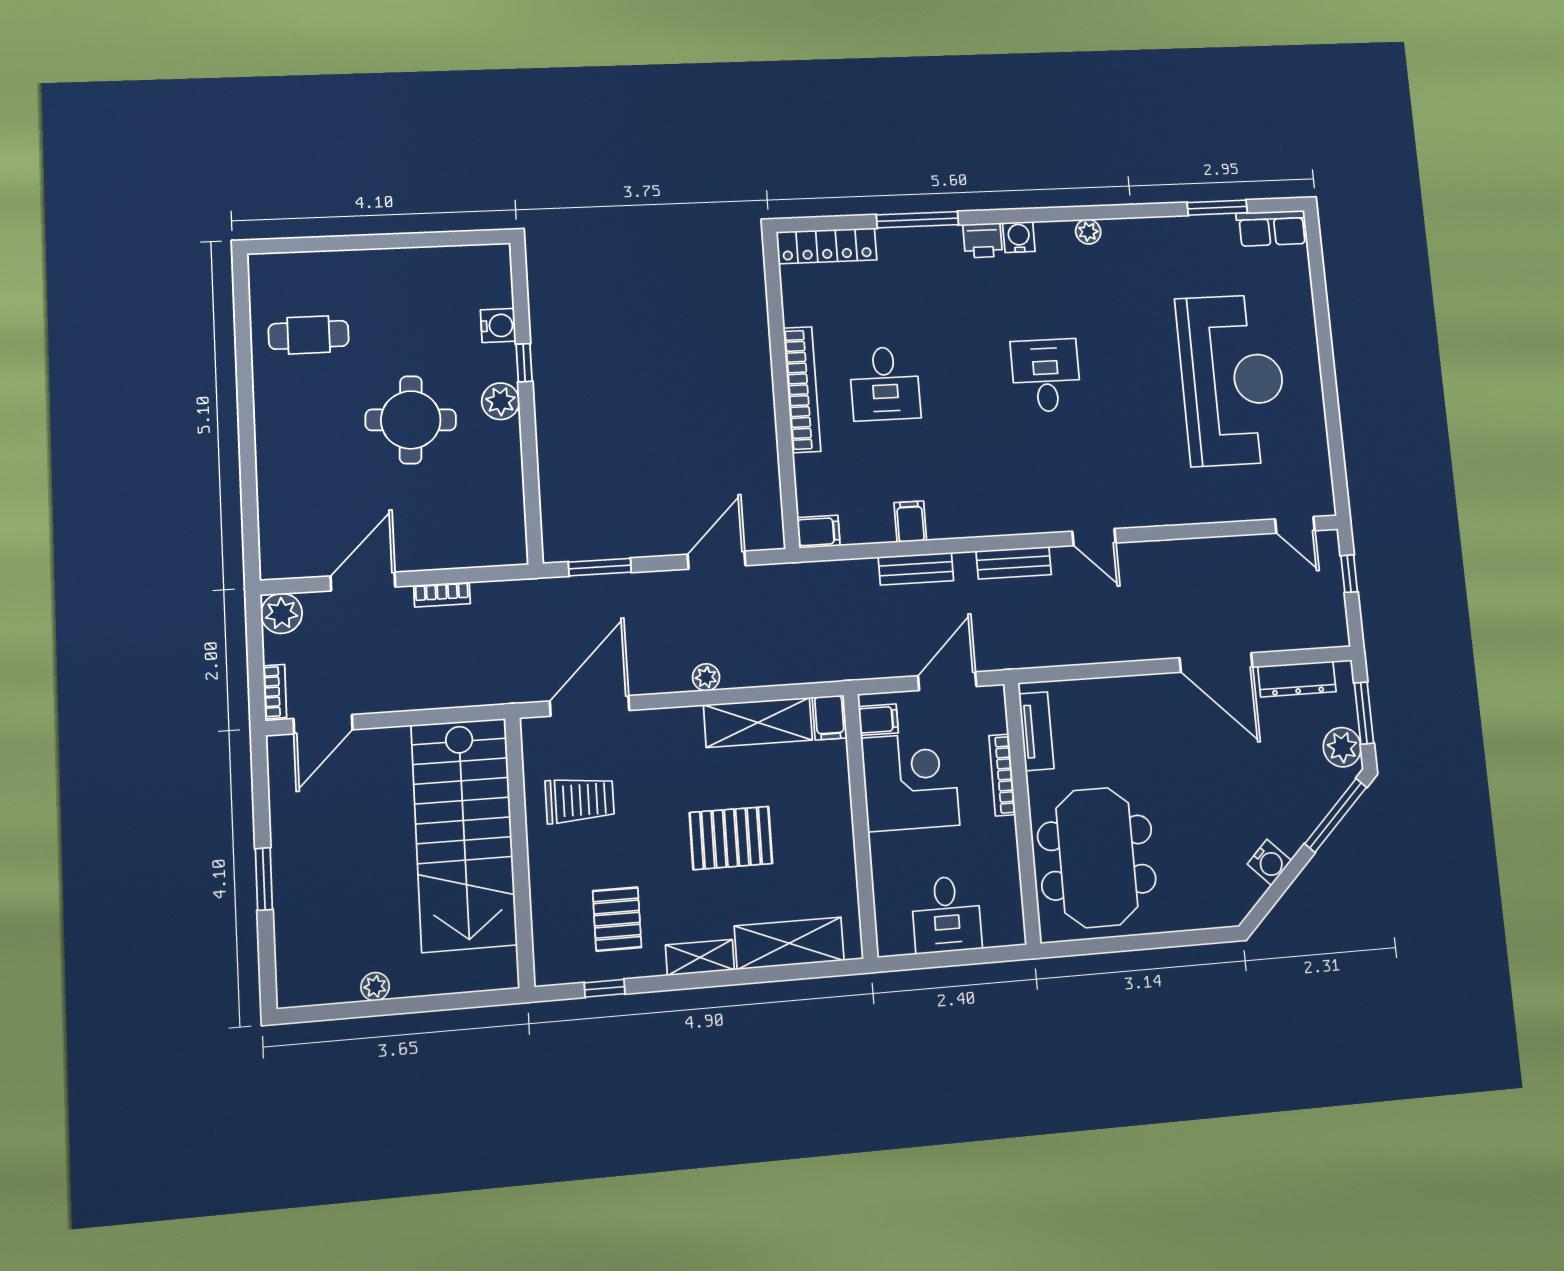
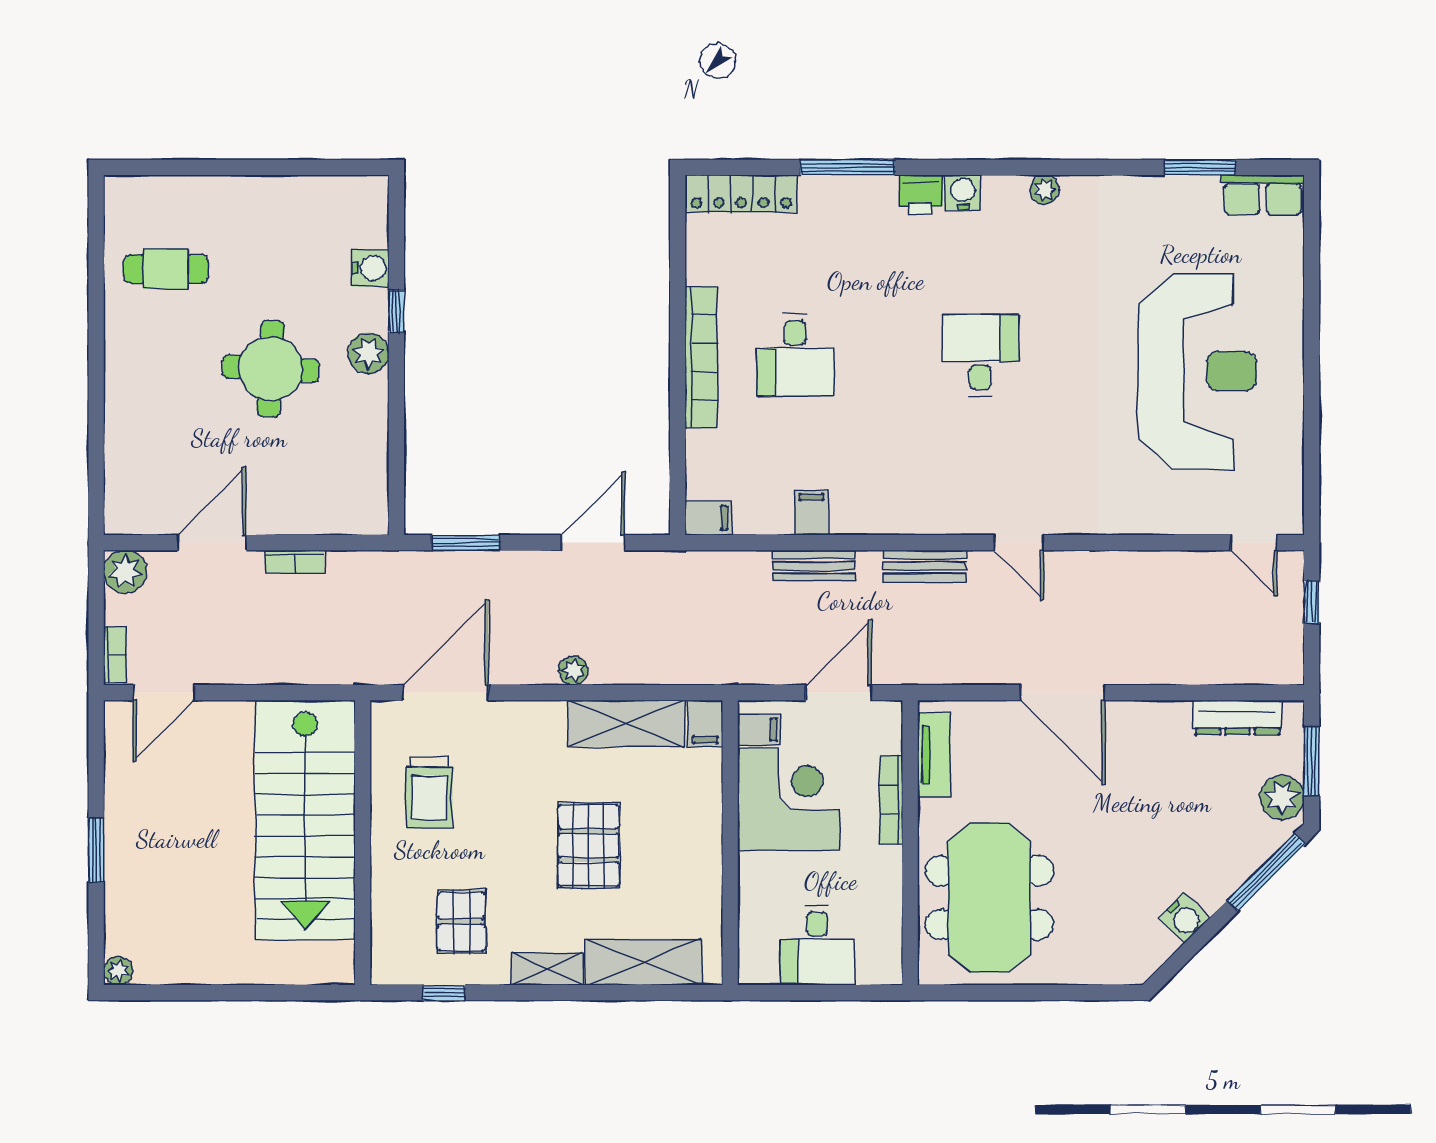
door: (1216, 663) -> (1063, 693), moved
trolley: (580, 800) -> (429, 793), turned 90
pallet: (731, 838) -> (589, 845), turned 90
plant: (375, 987) -> (118, 971), moved

